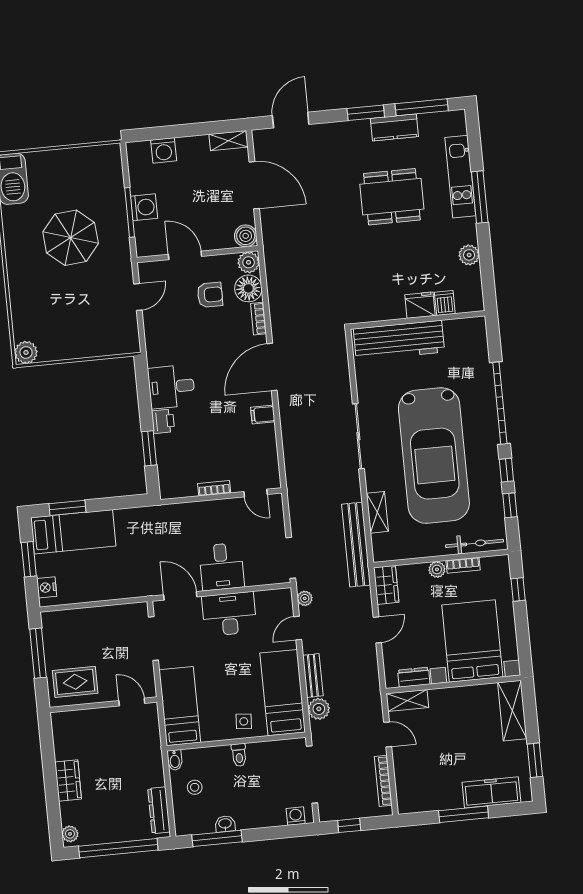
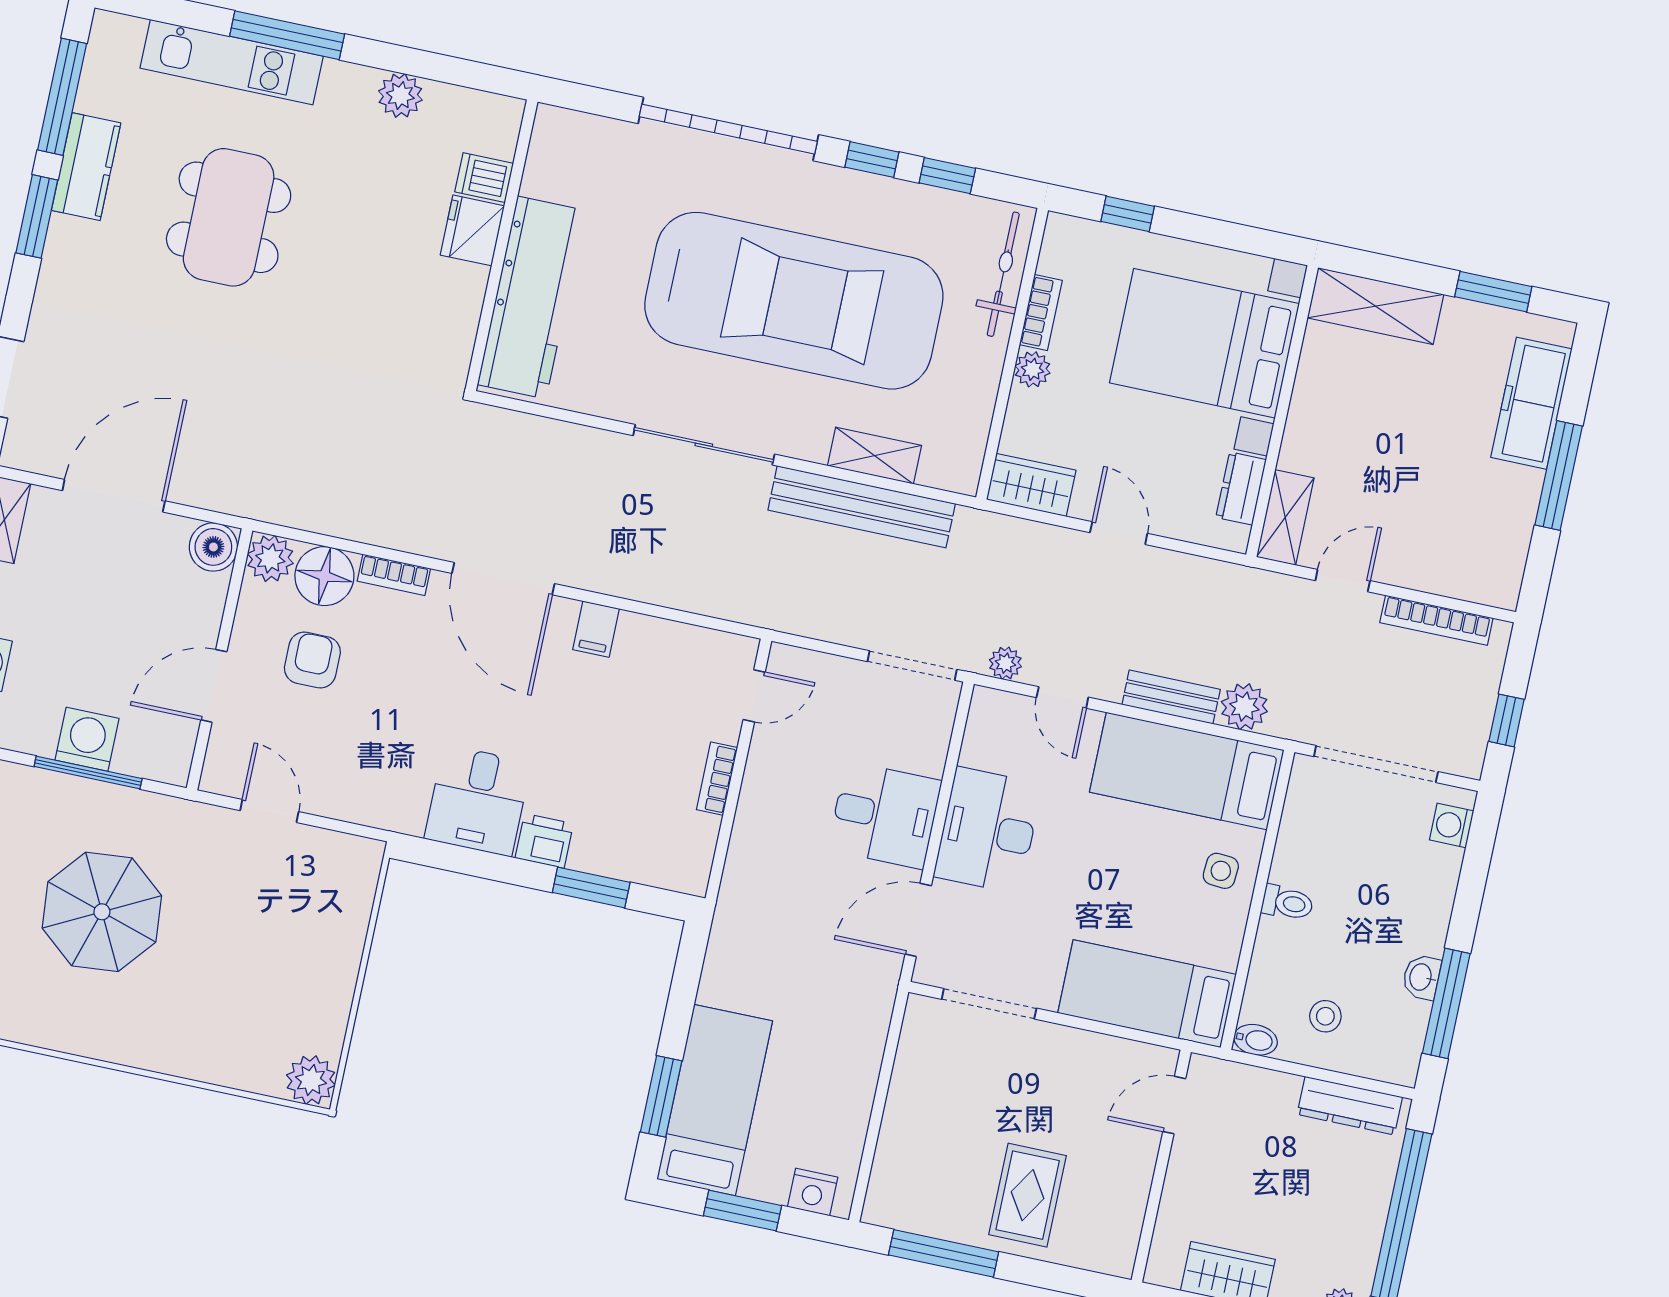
bench: (356, 545) -> (862, 507), moved
door: (132, 702) -> (1174, 1105), moved
wall: (103, 705) -> (1161, 1166), moved

